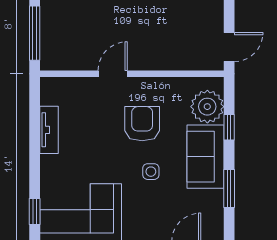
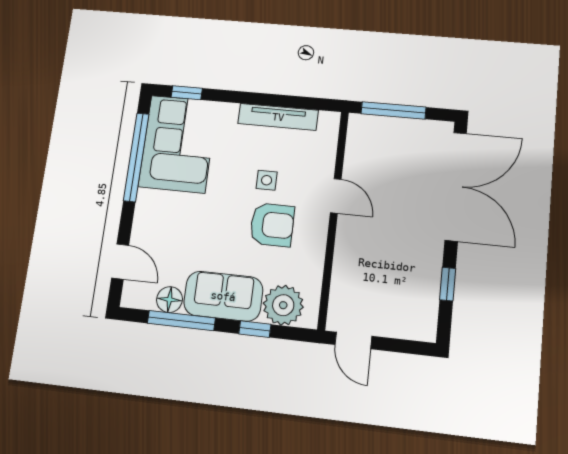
tv unit: (49, 130) -> (278, 117), width x1.41
side table: (151, 172) -> (267, 180), moved
window: (229, 188) -> (181, 321), width x1.44
floor lamp: (213, 201) -> (169, 300), added

